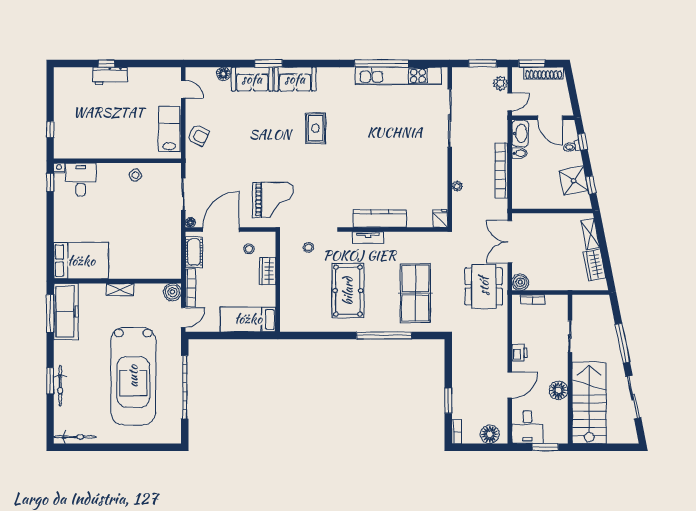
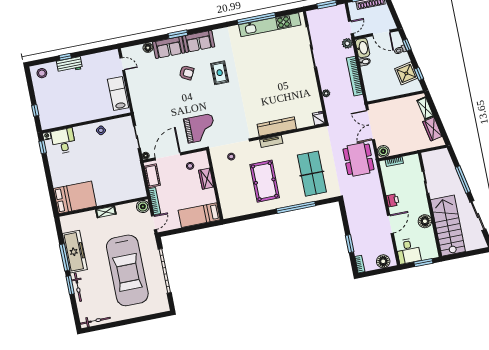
stool: (70, 80) -> (42, 73), added
plant: (500, 83) -> (347, 43), moved
armchair: (198, 135) -> (187, 73), moved
freezer: (66, 312) -> (75, 252), moved
window: (50, 314) -> (65, 257), moved

